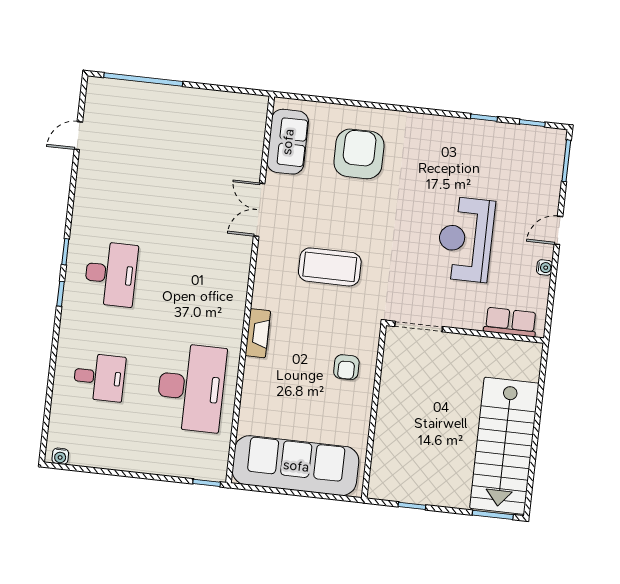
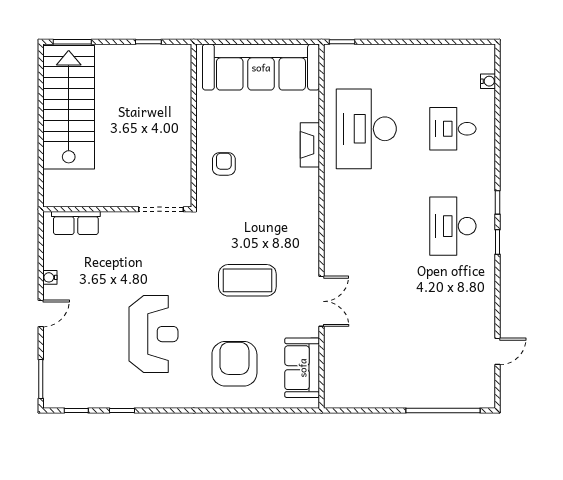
armchair: (359, 154) -> (234, 364), turned 180
reception desk: (466, 239) -> (153, 334), moved
coffee table: (330, 267) -> (247, 280), moved
fireplace: (258, 333) -> (310, 145), moved
water cooler: (60, 456) -> (488, 81), moved, turned 90

